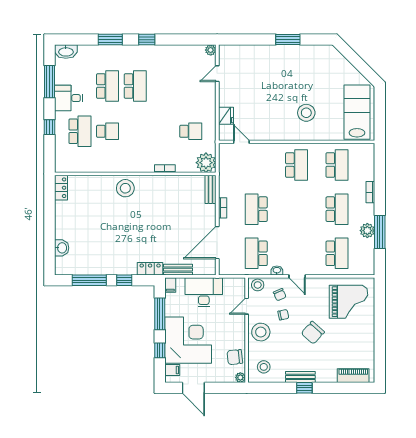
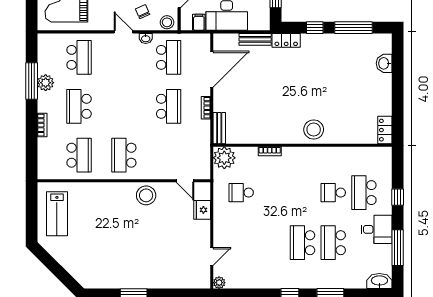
lab bench: (357, 112) -> (57, 214), width x0.73, depth x0.72
stool: (306, 113) -> (146, 195), moved
school desk: (337, 165) -> (79, 155), turned 180
school desk: (337, 253) -> (79, 57), turned 180
filing cabinet: (170, 285) -> (199, 22), moved

